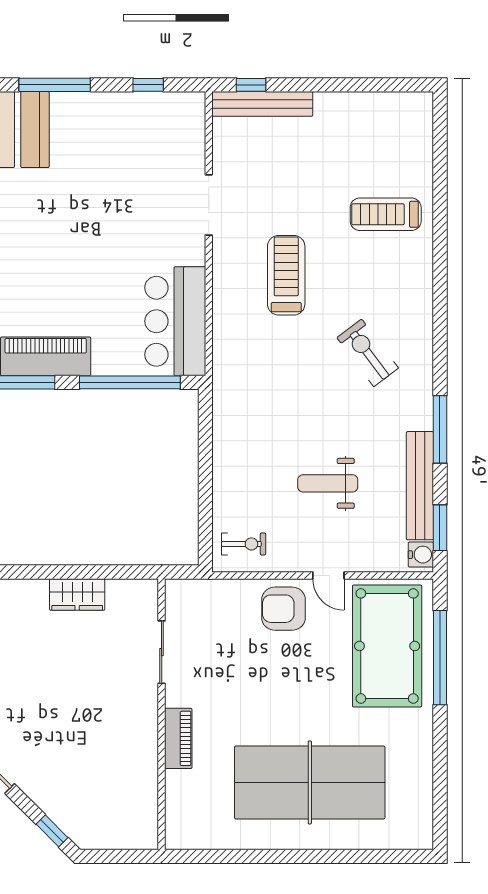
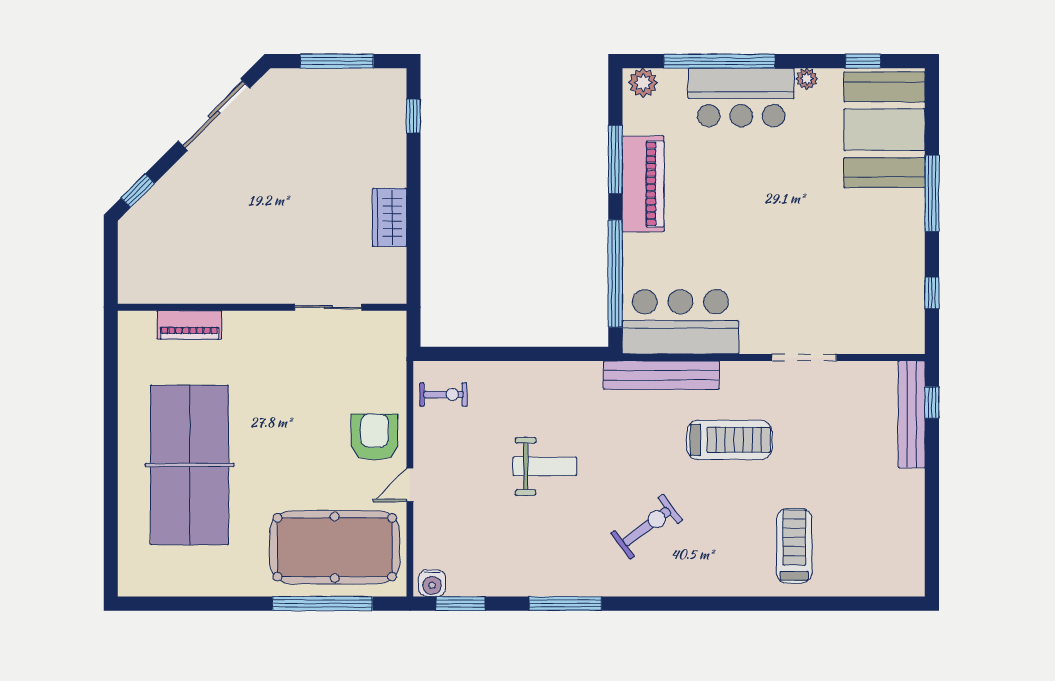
weight bench: (328, 483) -> (545, 466), moved, turned 90
bench: (420, 486) -> (661, 375), moved
exercise bike: (244, 544) -> (443, 395), turned -90
piano: (178, 738) -> (189, 325), moved

